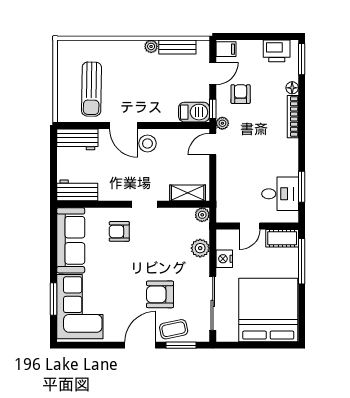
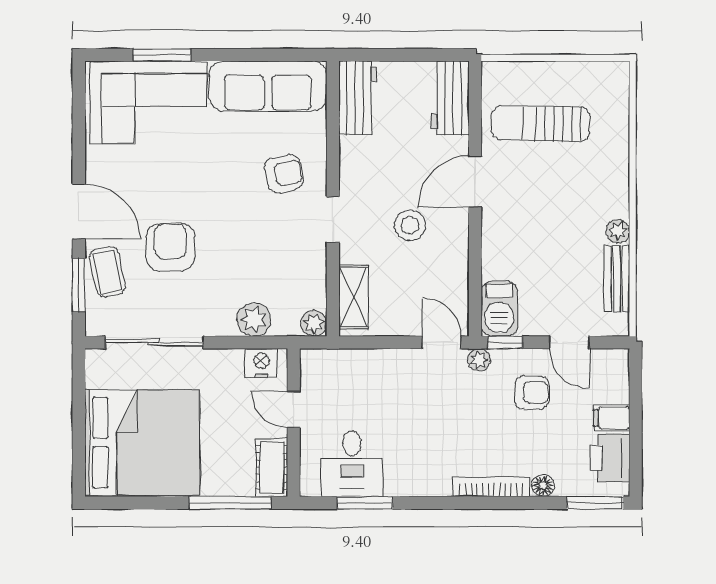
filing cabinet: (226, 49) -> (612, 418), moved, turned 90
stool: (147, 143) -> (410, 225), moved
armchair: (119, 231) -> (284, 174), turned 78
nightstand: (224, 259) -> (261, 363), moved

